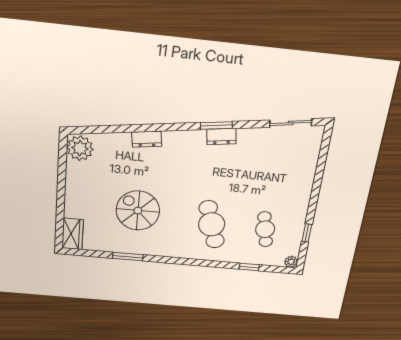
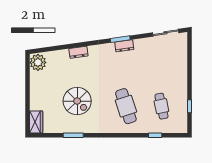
spiral stairs: (138, 211) -> (77, 101), turned 180
plant: (291, 262) -> (183, 129), removed

